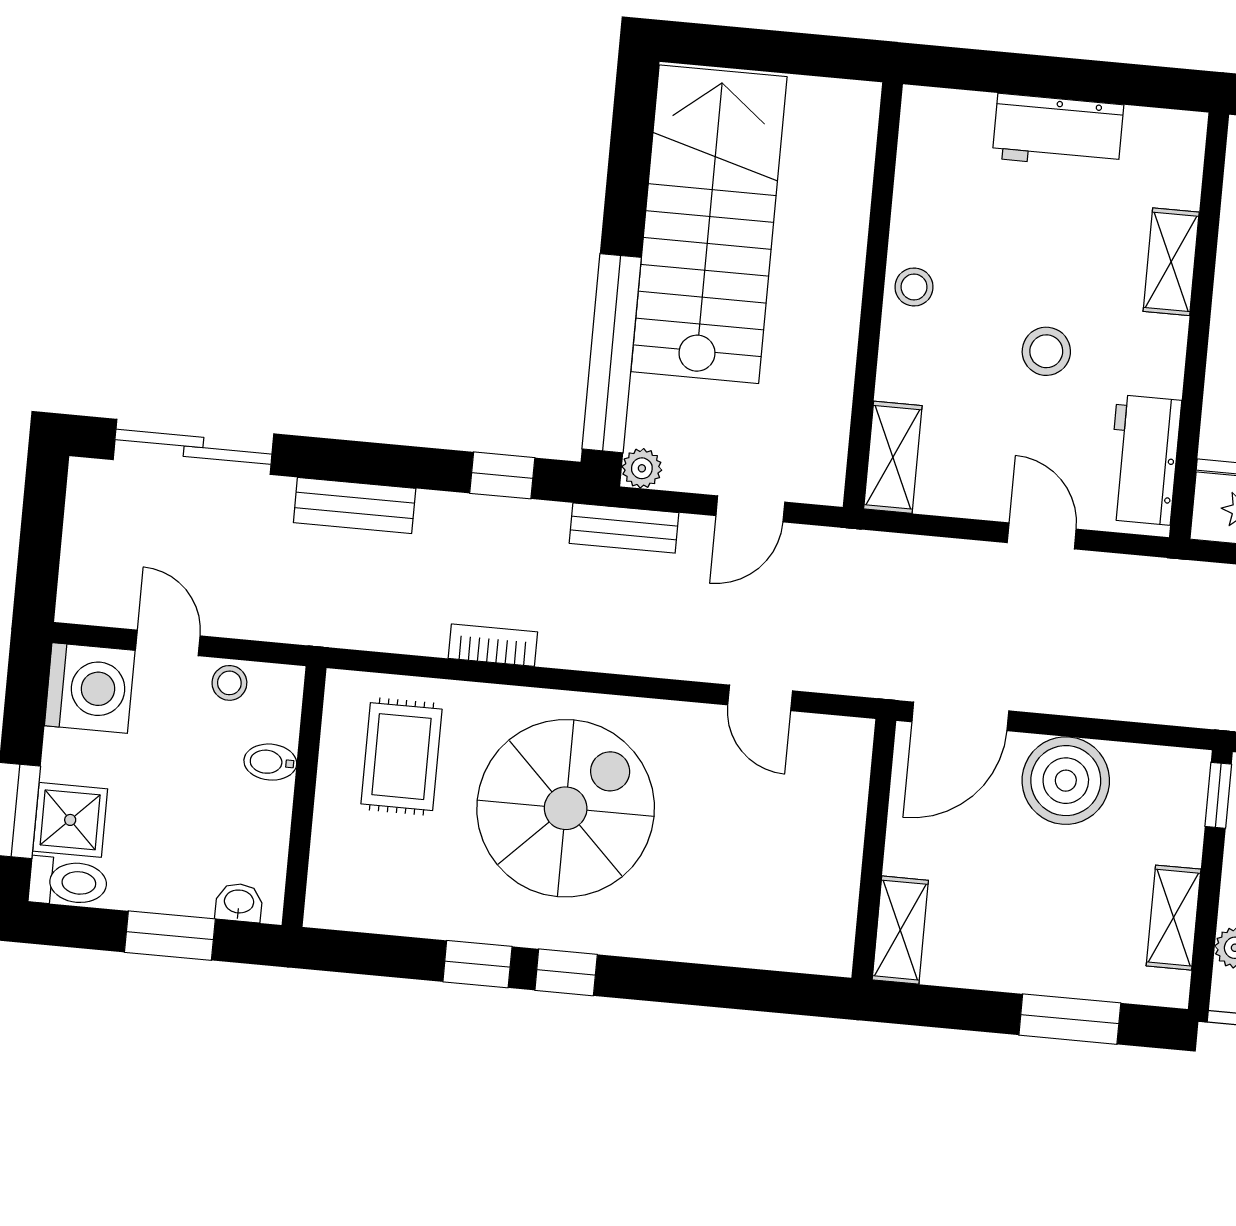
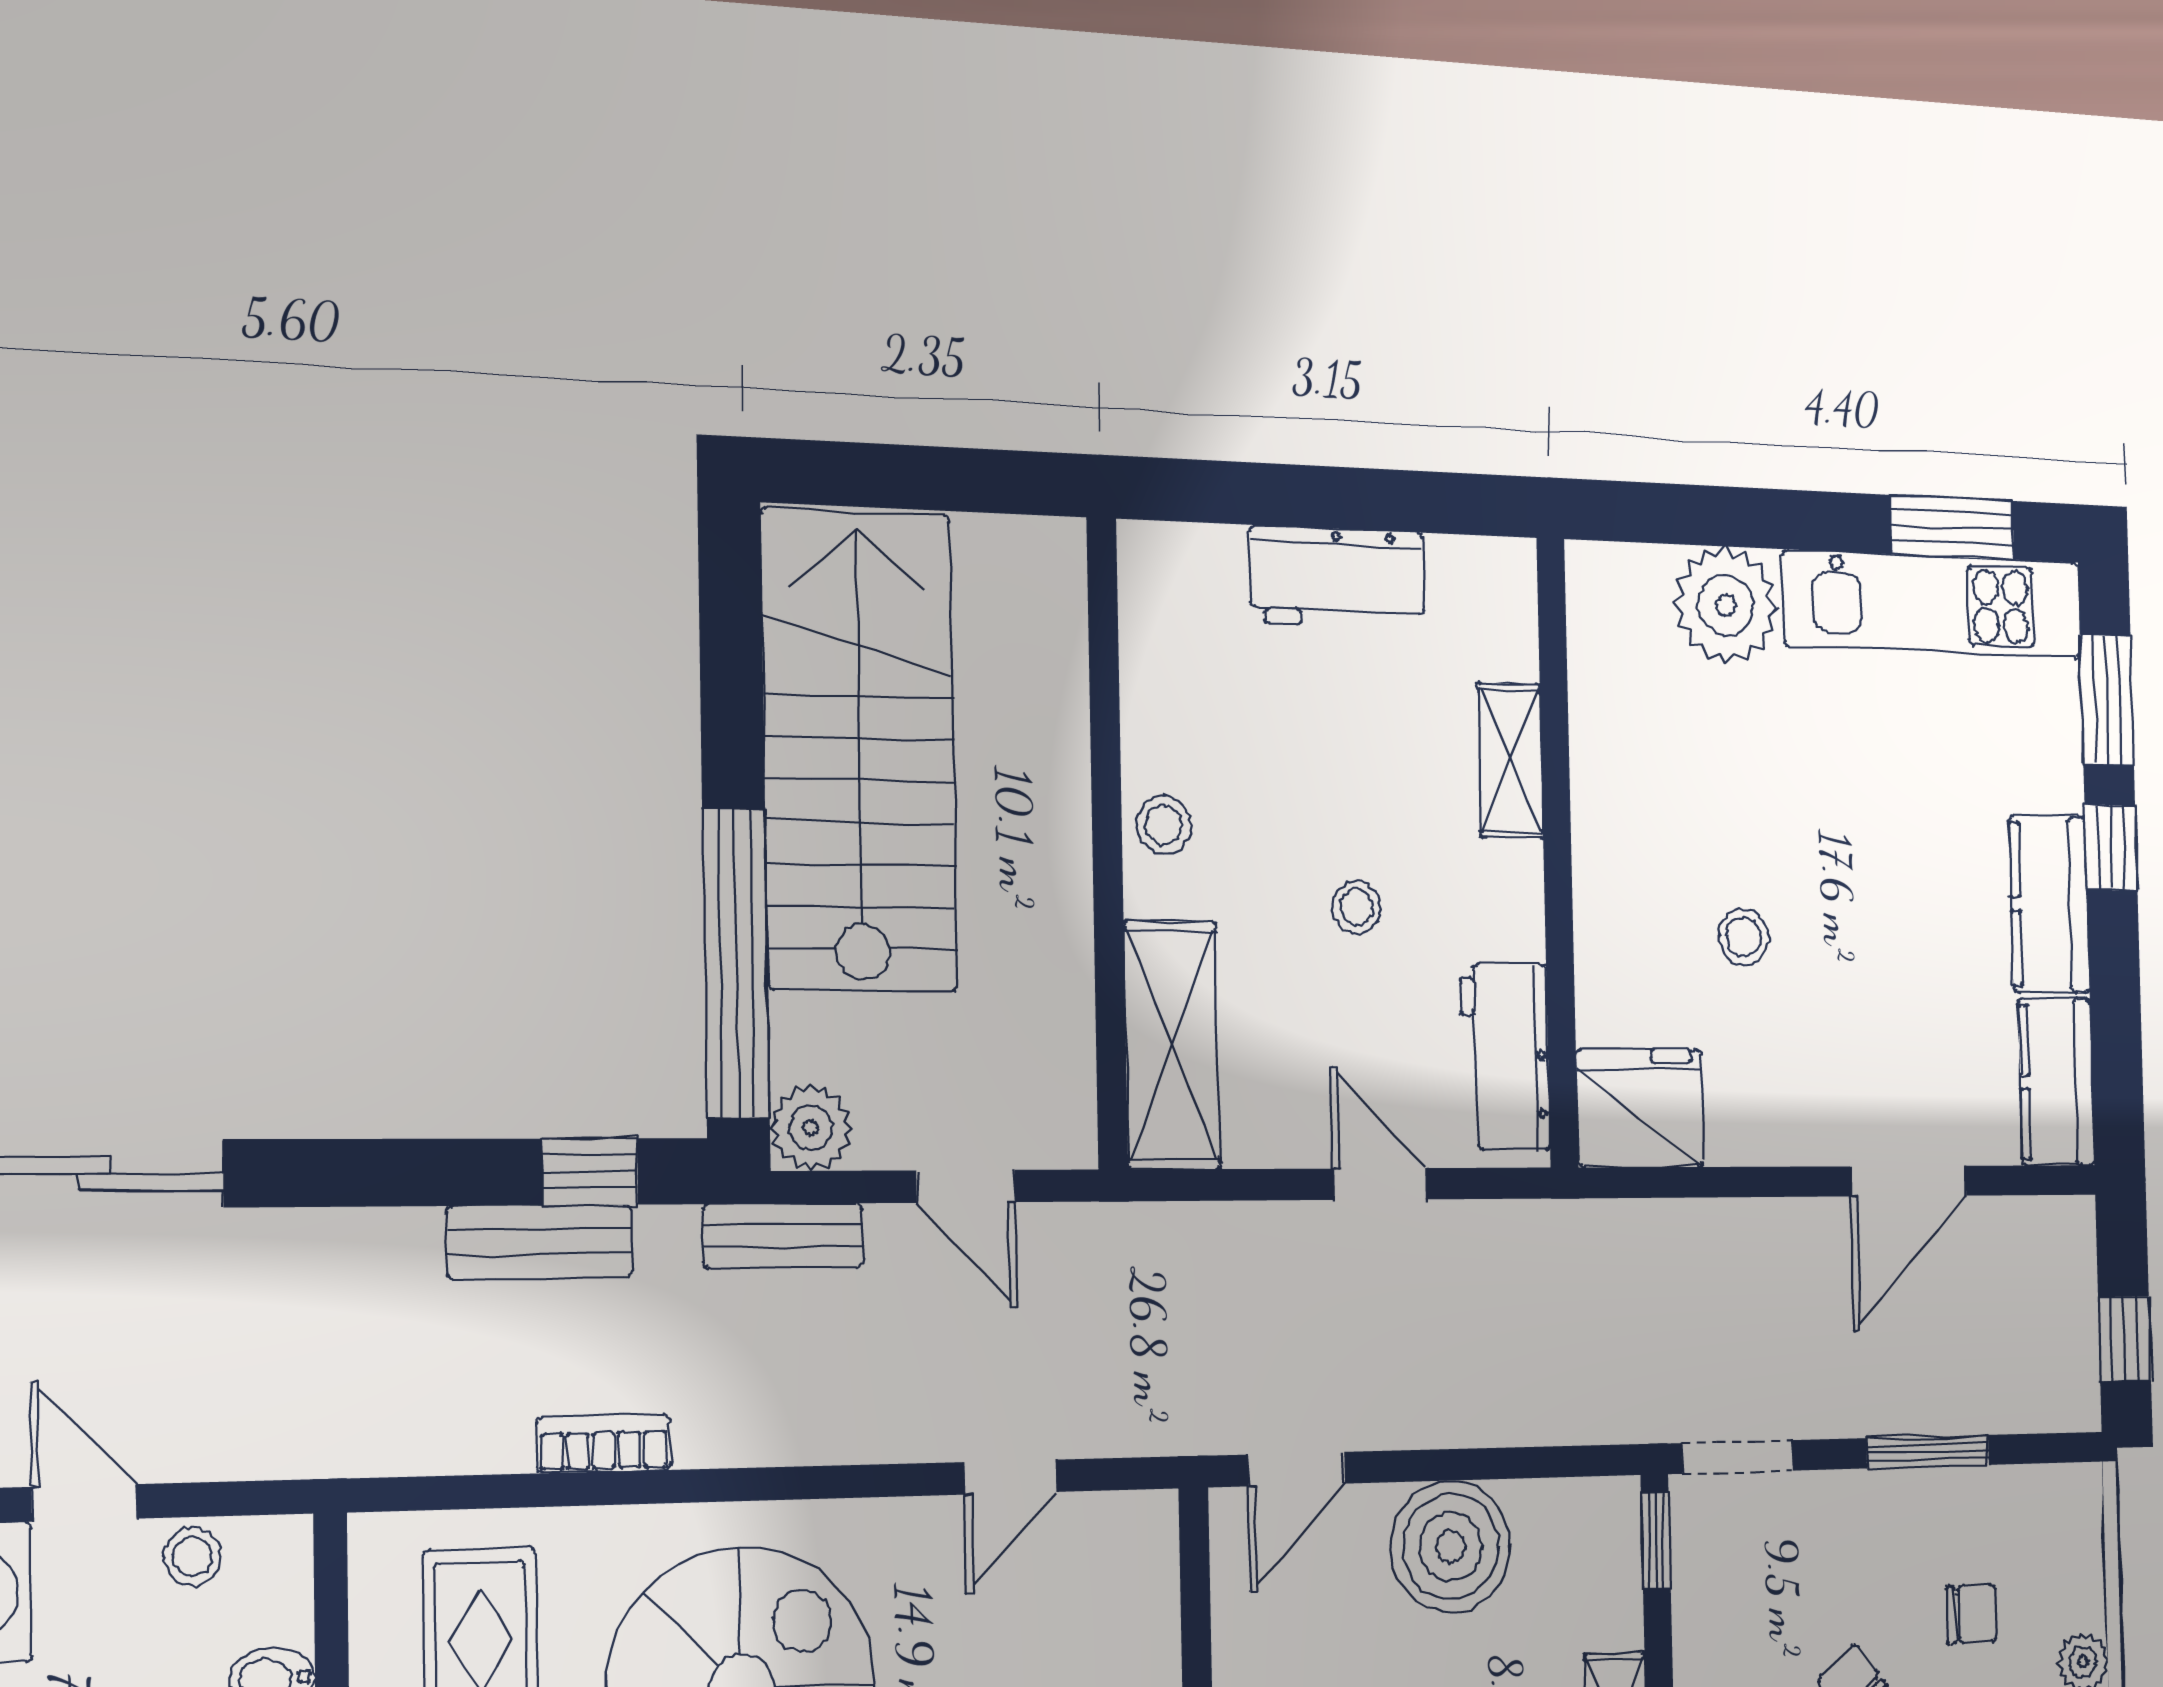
stool: (1046, 351) -> (1357, 907), width x0.73, depth x0.73
shelving: (893, 457) -> (1172, 1045), width x1.50, depth x1.33
plant: (642, 468) -> (811, 1128), width x1.38, depth x1.38
bench: (355, 505) -> (540, 1242), moved
door: (750, 509) -> (966, 1186), hinge flipped
door: (760, 698) -> (1011, 1477), hinge flipped
door: (960, 716) -> (1297, 1469), width x0.73

